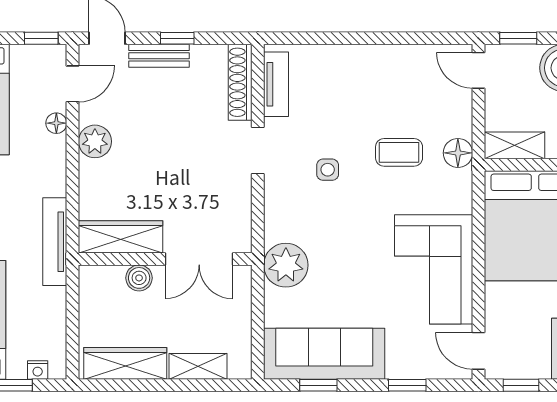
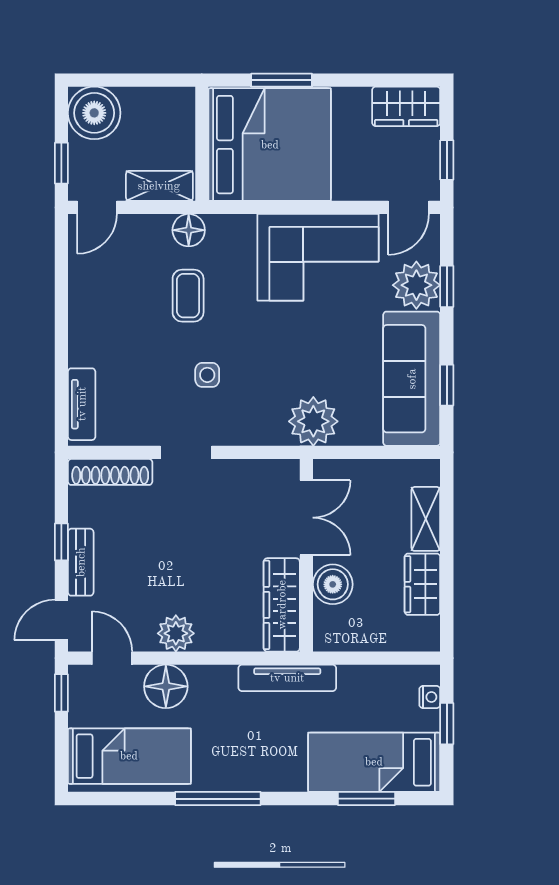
tv unit: (276, 84) -> (82, 404), moved, turned 90
floor lamp: (56, 123) -> (166, 686), width x1.89, depth x1.89
shelving: (514, 145) -> (159, 186), moved, turned 90
boiler: (139, 278) -> (333, 584), width x1.36, depth x1.36
plant: (408, 358) -> (416, 285), added
wardrobe: (125, 363) -> (422, 584), width x0.67

